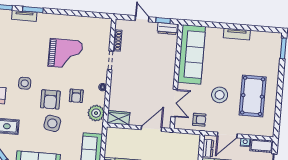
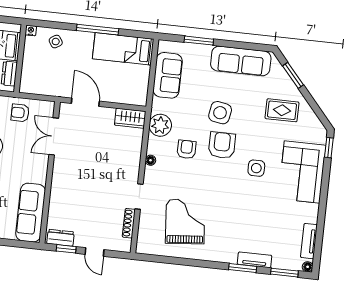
grand piano: (65, 54) -> (185, 222), moved, turned 85
sofa: (192, 54) -> (31, 213), width x0.74, depth x0.79
door: (151, 129) -> (85, 102), swing flipped

